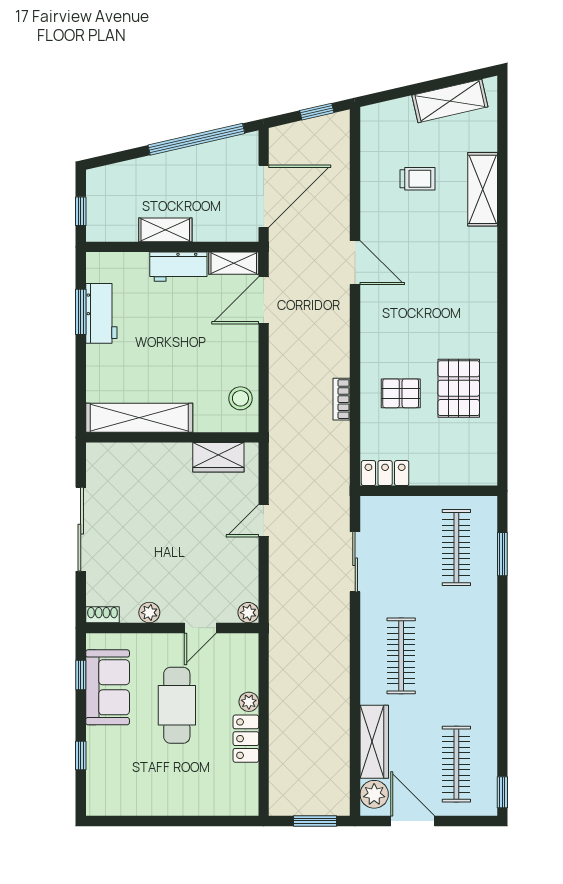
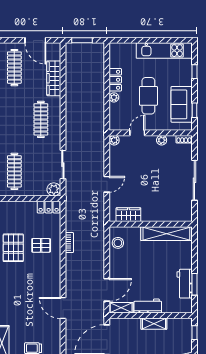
plant: (374, 794) -> (54, 189), moved
kitchen unit: (144, 800) -> (164, 51), added

